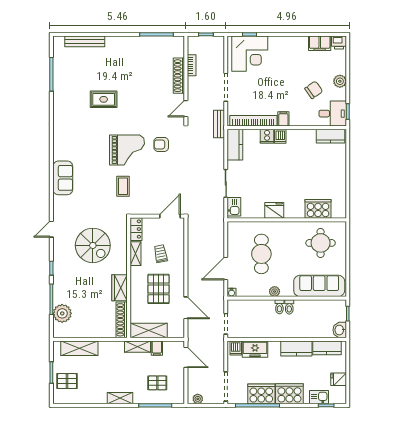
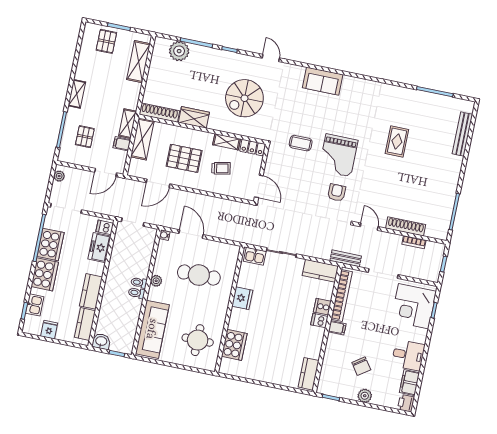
desk: (333, 114) -> (408, 355), moved, turned -90

